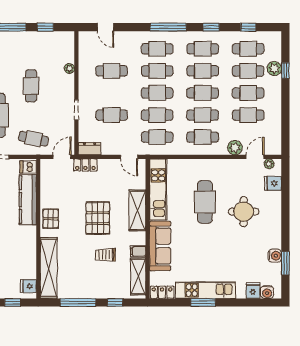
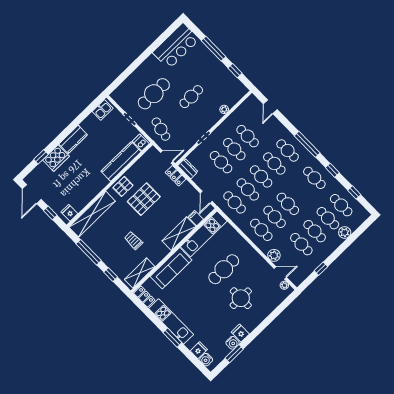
window: (285, 70) -> (321, 269), moved
cafe table: (203, 71) -> (234, 149), moved
fridge: (273, 183) -> (240, 333), moved
pallet: (98, 218) -> (144, 199), moved
filing cabinet: (138, 251) -> (196, 218), moved
window: (203, 303) -> (172, 338), moved

